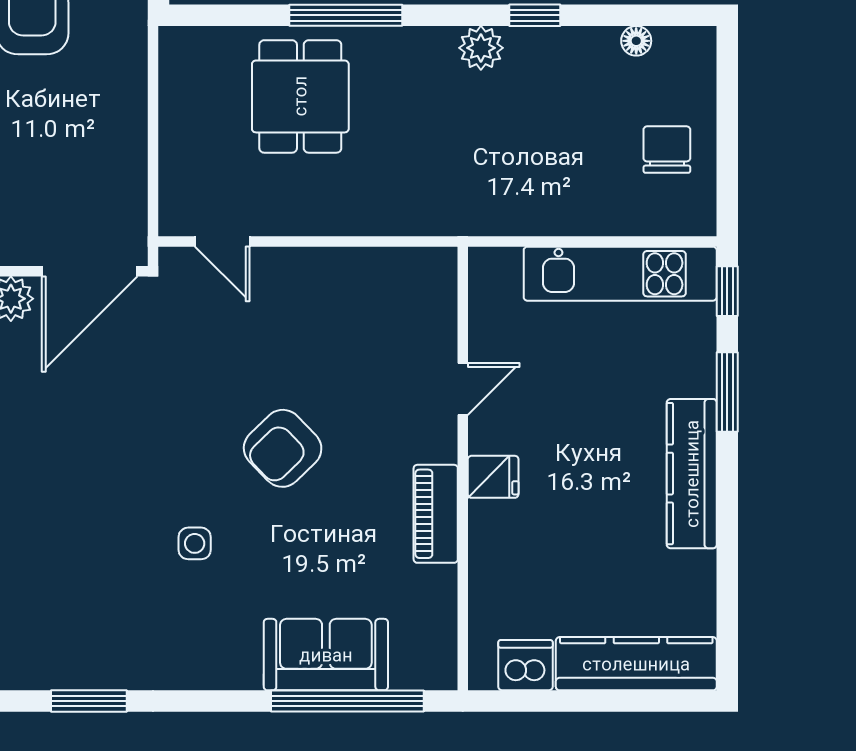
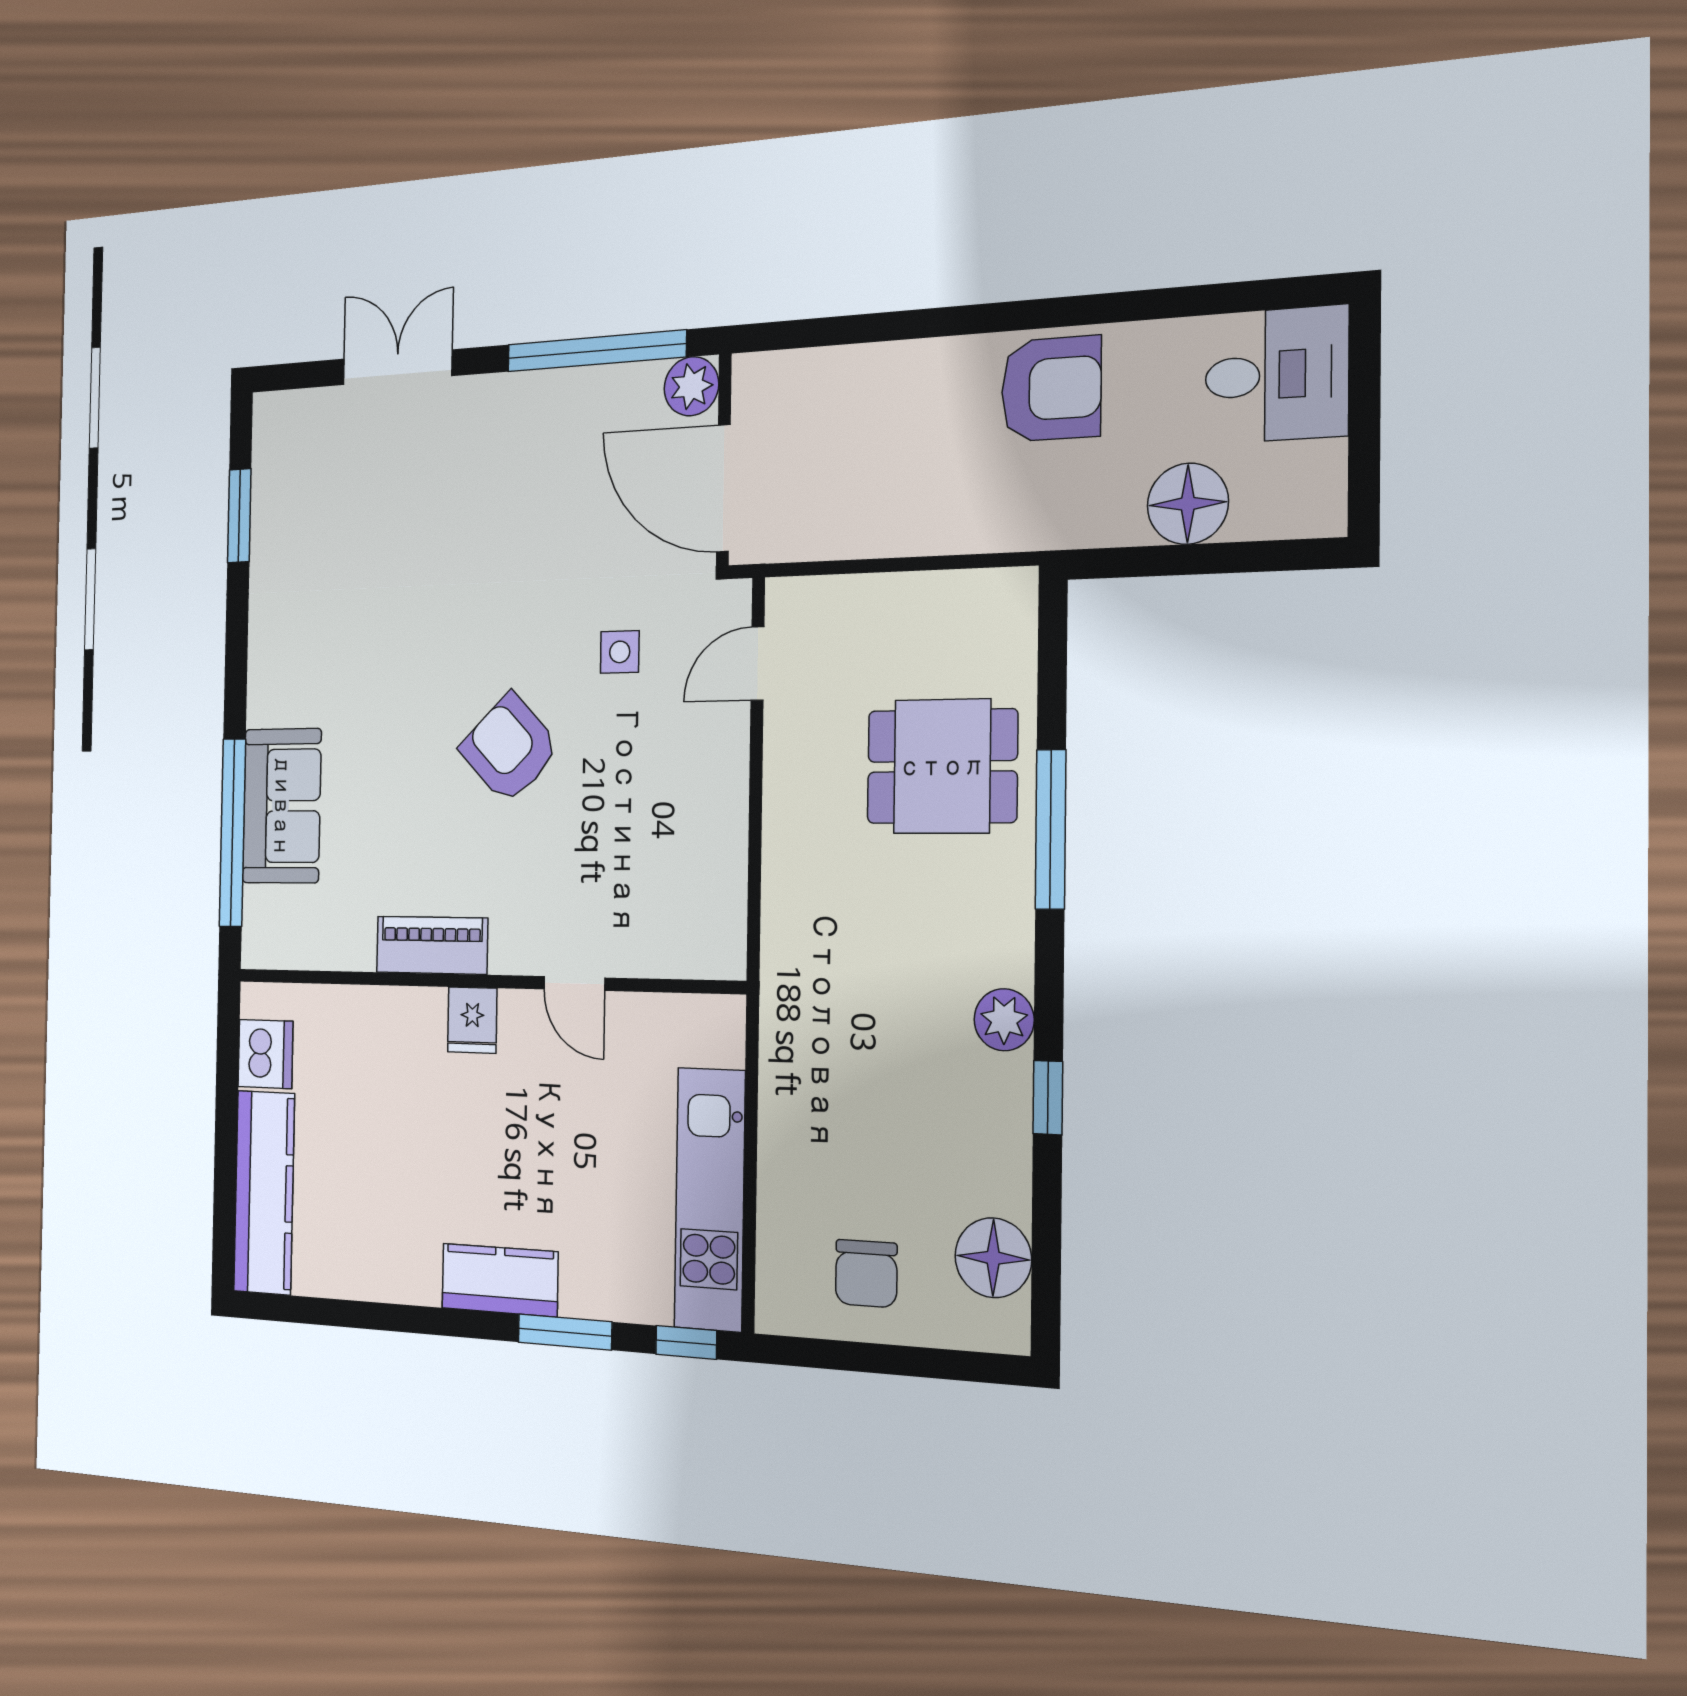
floor lamp: (636, 41) -> (993, 1258), width x1.89, depth x1.89
chair: (667, 150) -> (866, 1274), turned 90
kitchen counter: (692, 474) -> (500, 1280), width x0.67
side table: (195, 543) -> (620, 652), moved

